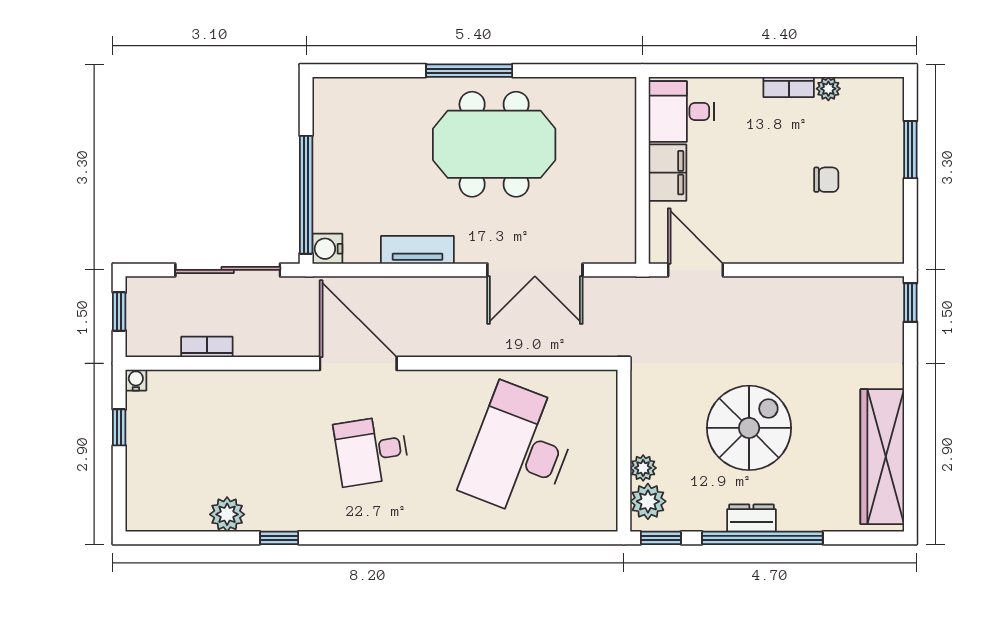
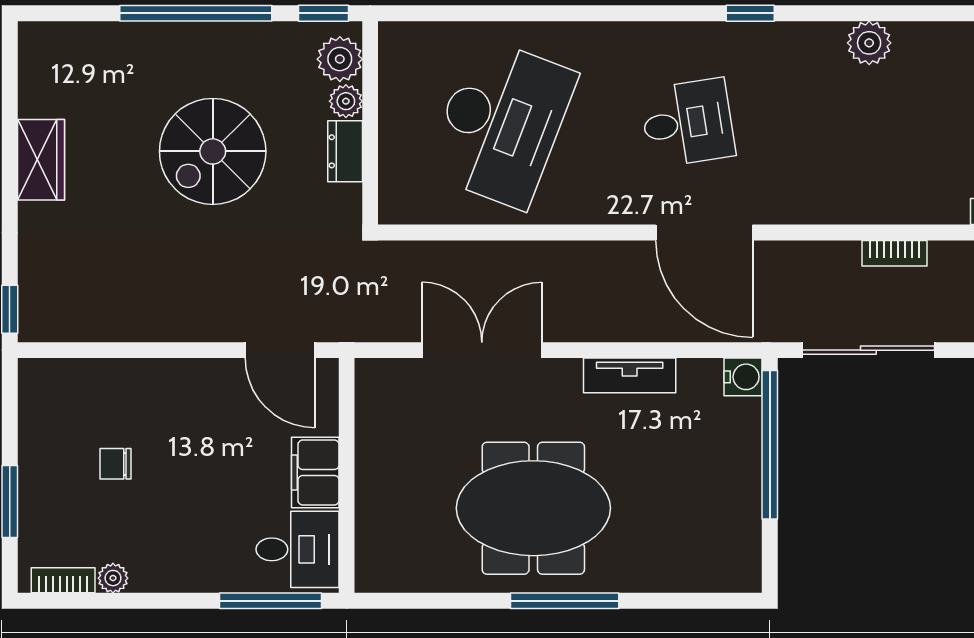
window: (703, 71) -> (271, 601), added
bookcase: (789, 87) -> (63, 580), moved
wardrobe: (882, 457) -> (41, 160), width x0.48, depth x0.85
dresser: (751, 518) -> (345, 151), moved, turned 90
window: (279, 538) -> (750, 13), moved

